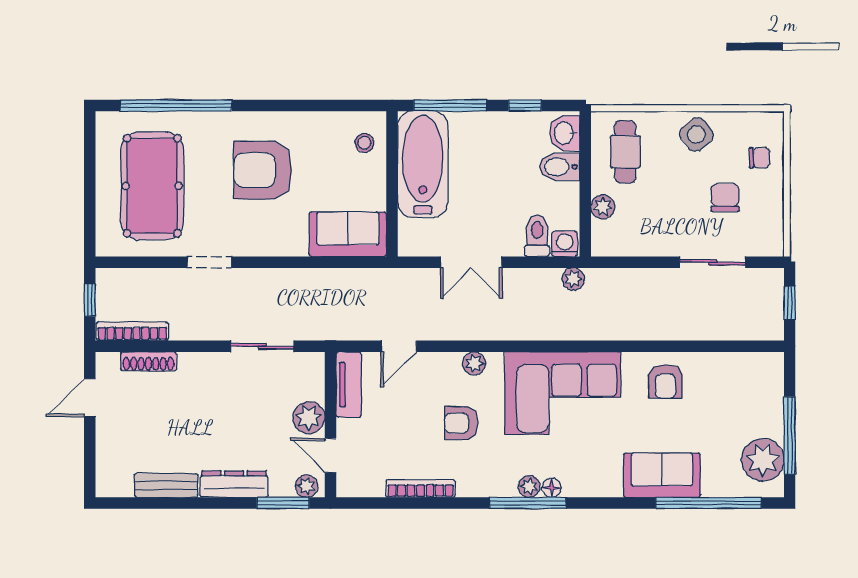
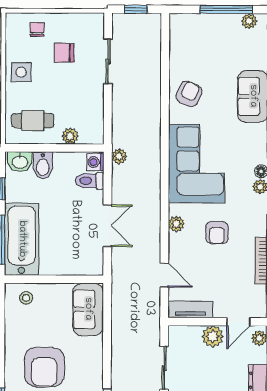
side table: (696, 134) -> (21, 72), turned 37
bathtub: (423, 164) -> (22, 239), moved, turned 90
armchair: (665, 381) -> (189, 94), turned -65
plant: (763, 460) -> (249, 21), width x0.53, depth x0.53

